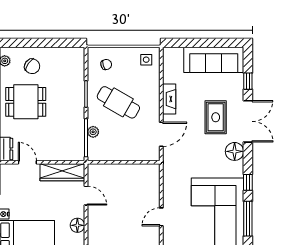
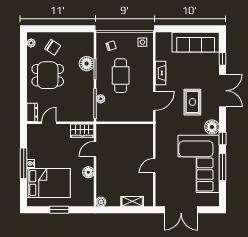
floor lamp: (75, 87) -> (87, 64), added
cafe table: (118, 102) -> (121, 76), turned 60
rug: (216, 117) -> (192, 102), moved
floor lamp: (235, 151) -> (212, 127), moved
door: (27, 162) -> (49, 123), hinge flipped
wardrobe: (62, 172) -> (82, 131), width x0.67
door: (86, 196) -> (95, 149), swing flipped

